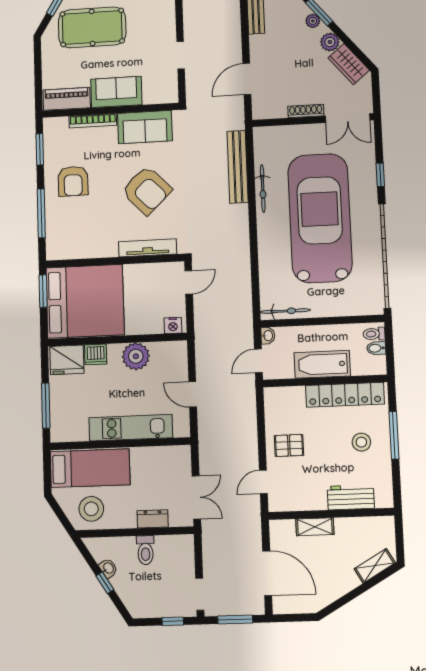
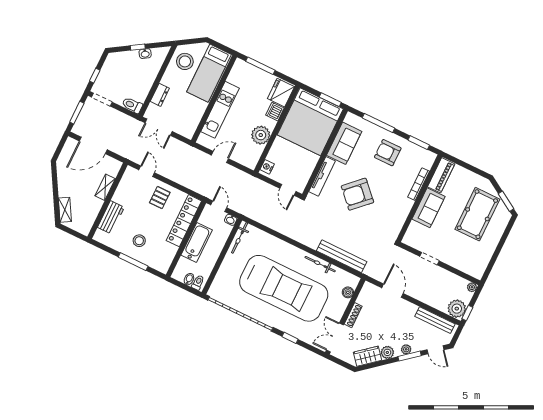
sofa: (145, 127) -> (344, 143), moved, turned 180
boiler: (280, 134) -> (348, 292), added
locker: (345, 395) -> (184, 221), moved
toilet: (145, 550) -> (132, 105), moved

